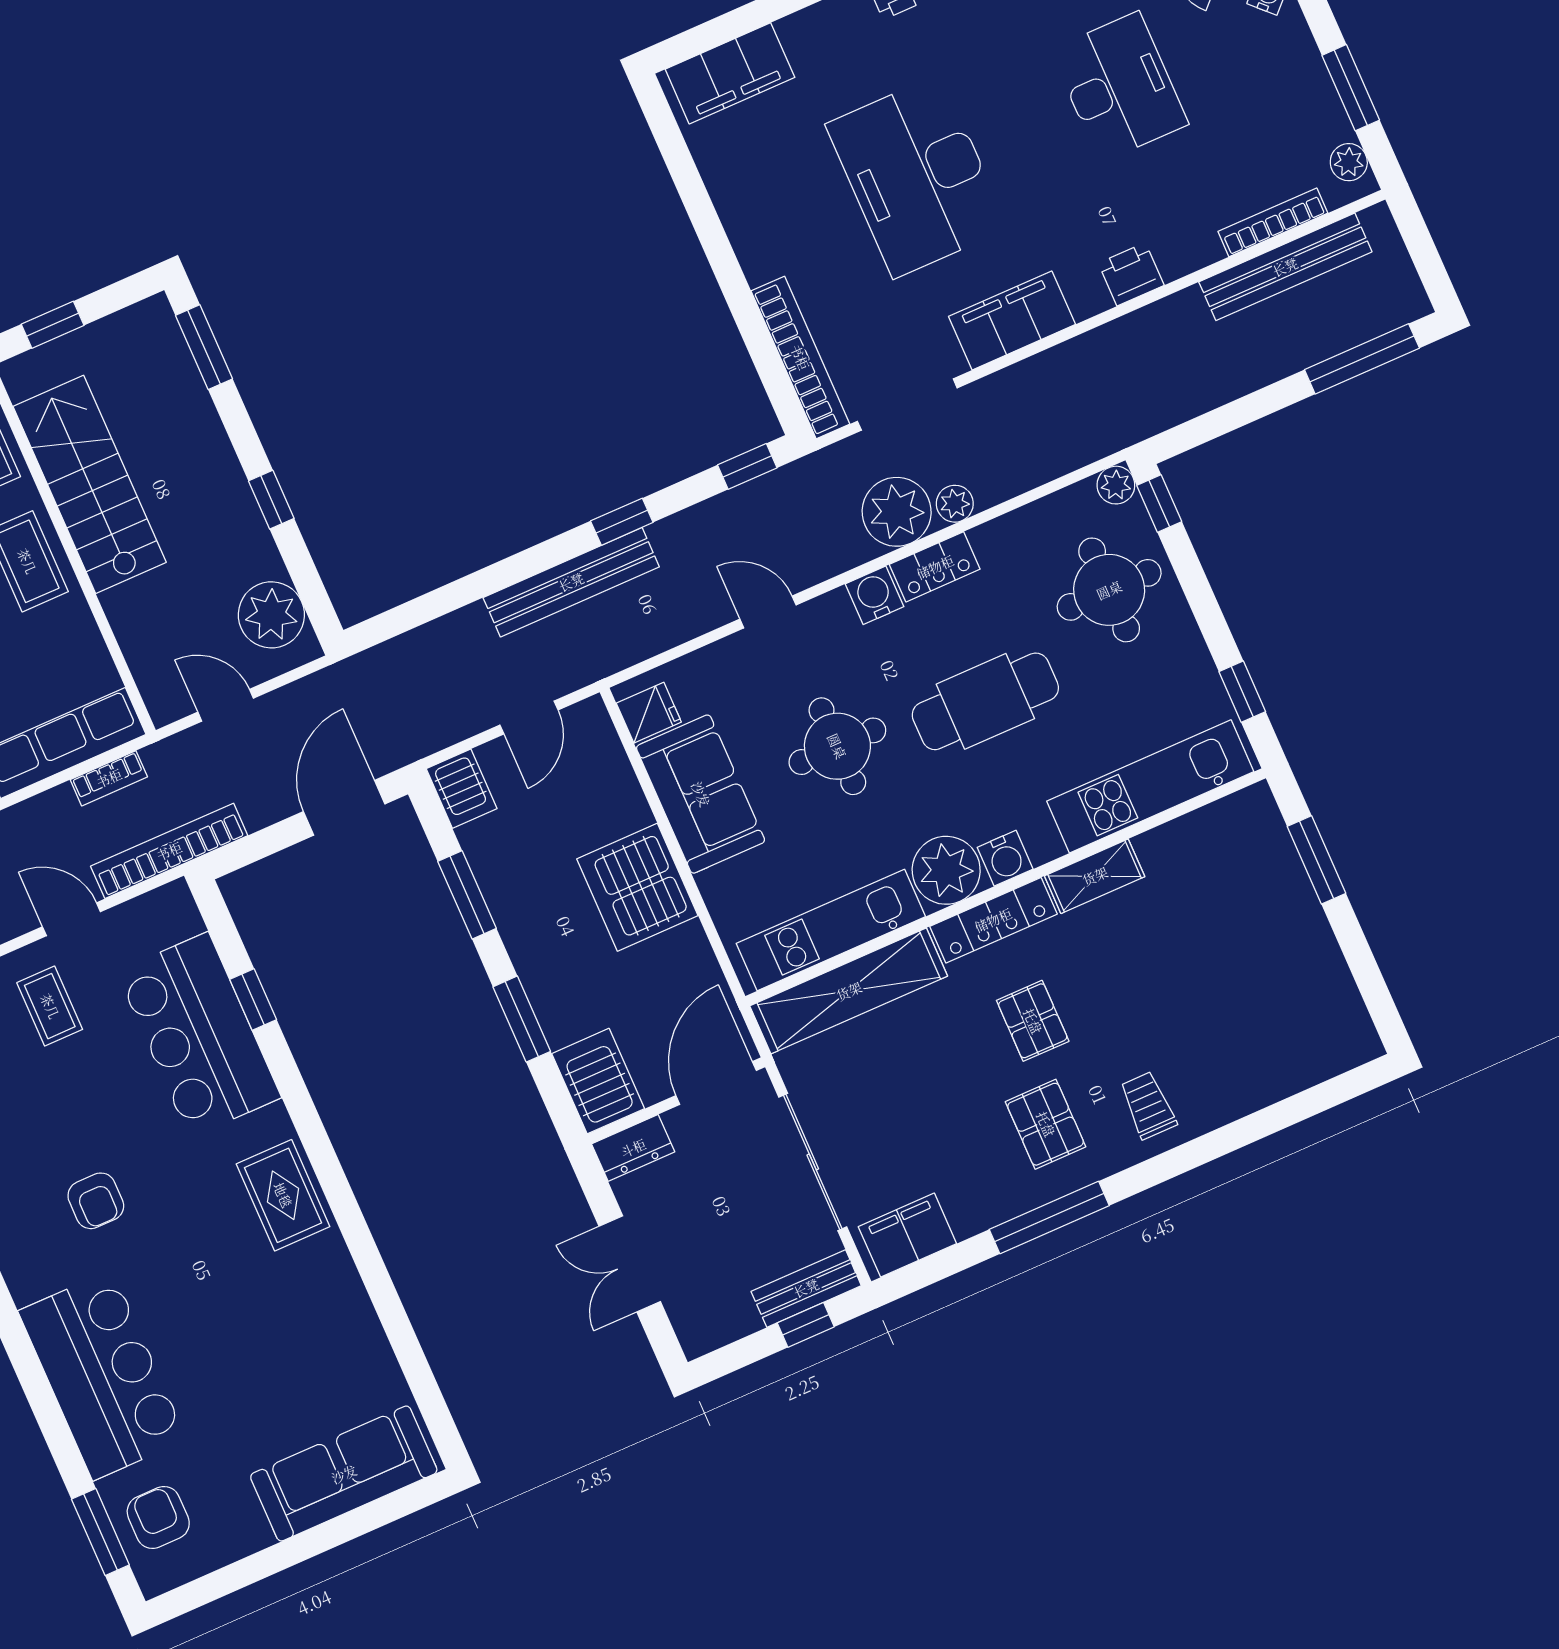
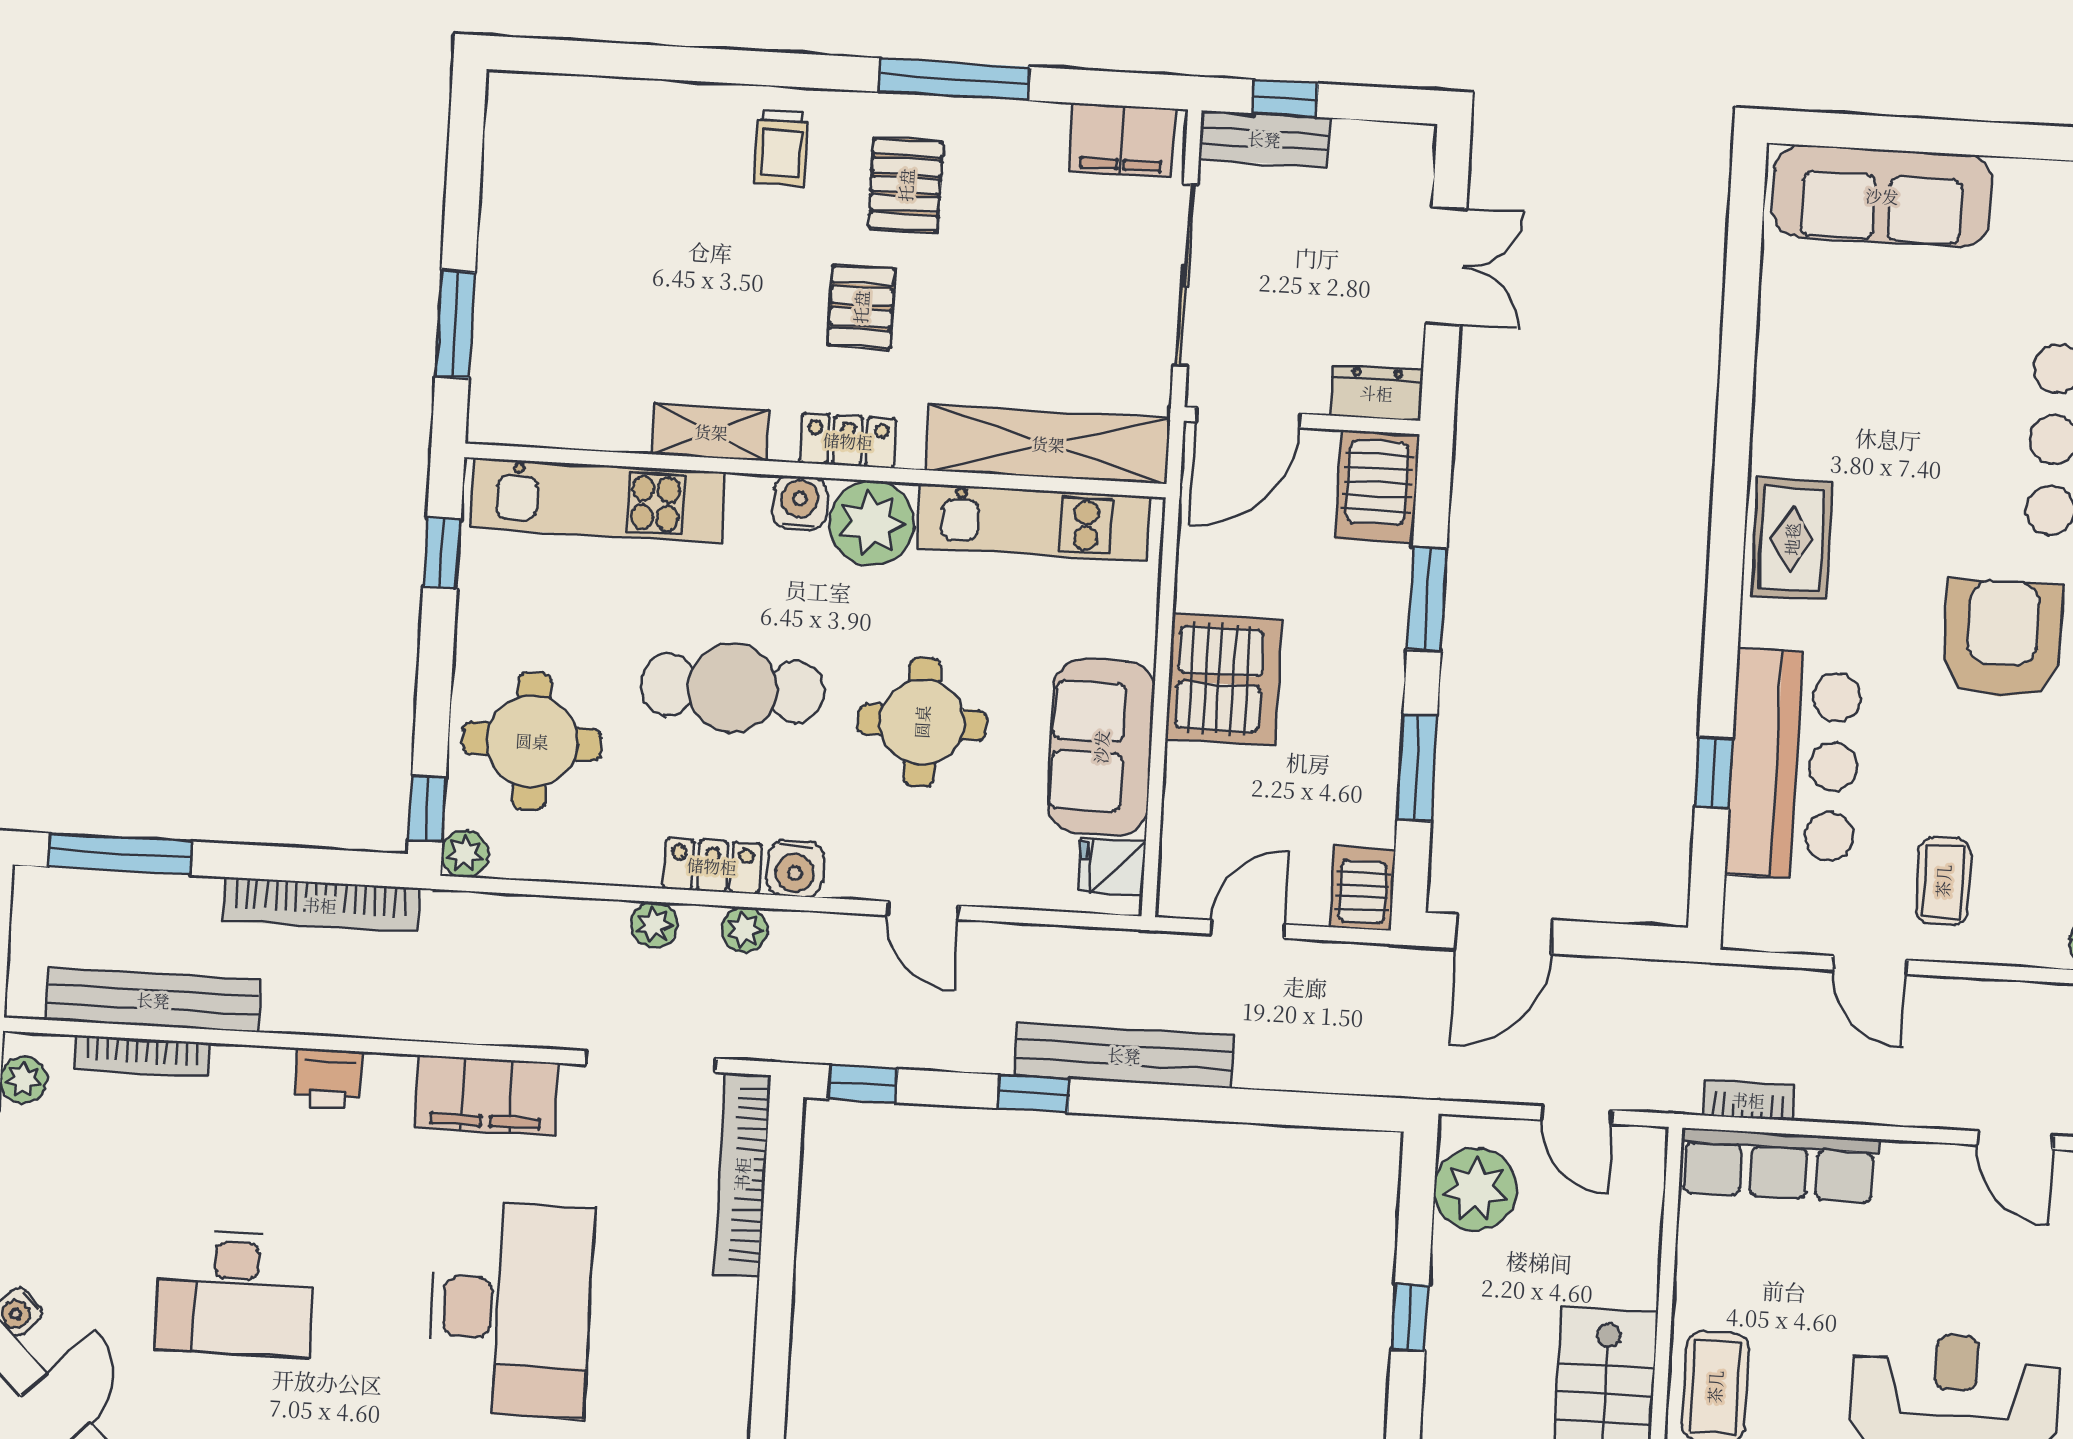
desk: (1119, 87) -> (235, 1293), turned -90
plant: (897, 512) -> (744, 930), width x0.53, depth x0.53
bookcase: (169, 851) -> (320, 905), moved
locker: (993, 920) -> (848, 441), width x0.66
armchair: (96, 1201) -> (2002, 639), width x1.88, depth x1.88

